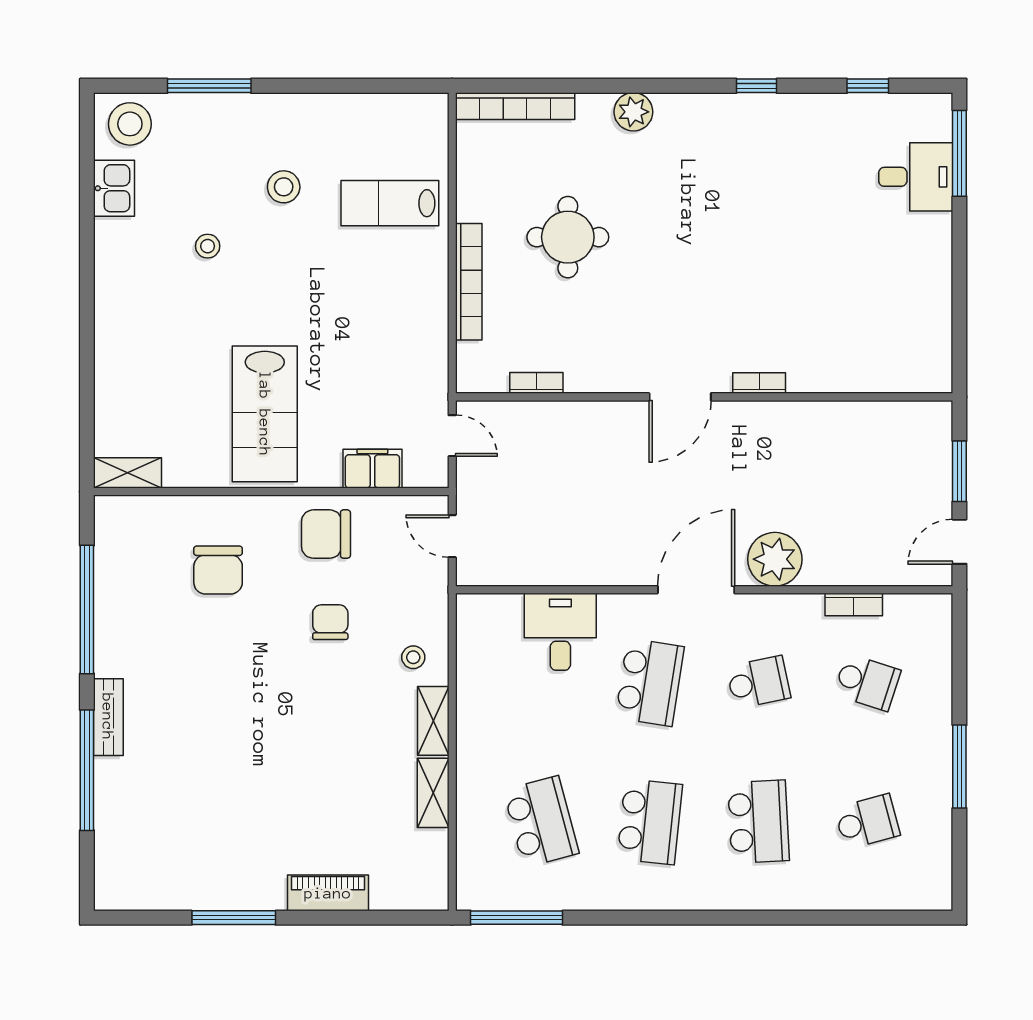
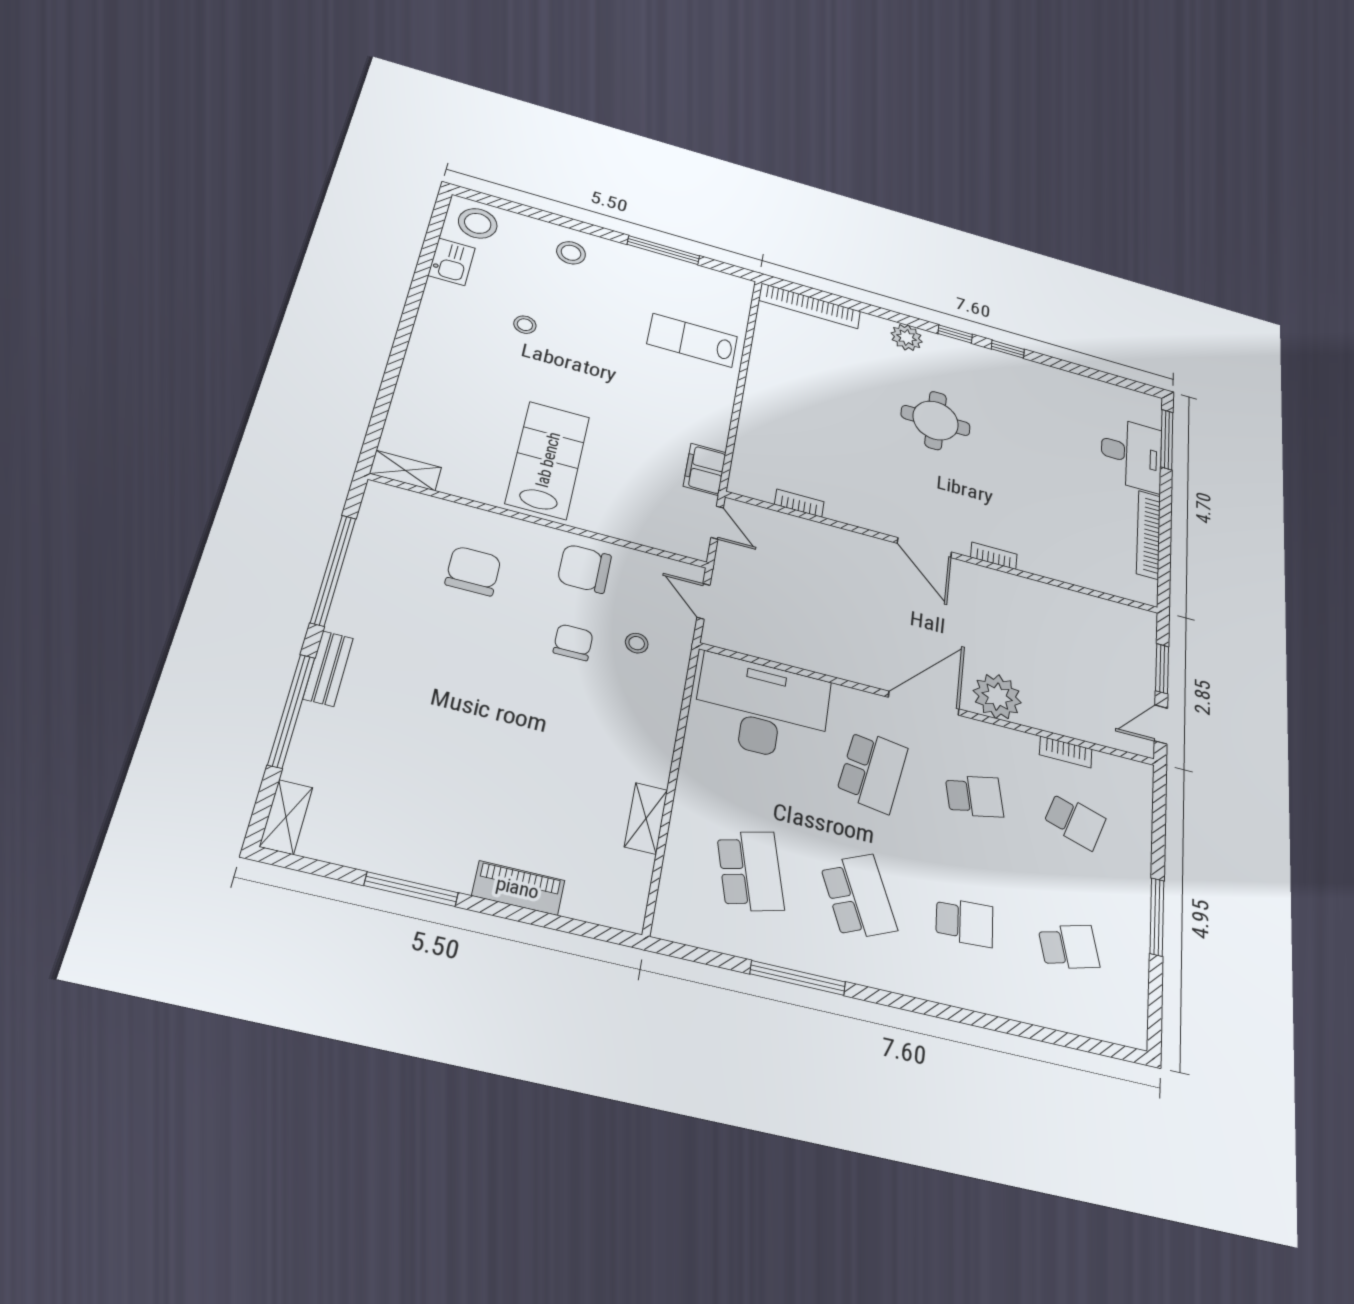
window: (209, 86) -> (663, 250), moved
window: (868, 86) -> (955, 334), moved
desk: (916, 177) -> (1131, 454), width x1.37
stool: (284, 187) -> (571, 253), moved
round table: (568, 237) -> (936, 420), moved
bookcase: (469, 282) -> (1148, 535), moved, turned 180
door: (680, 397) -> (924, 548), hinge flipped
lab bench: (265, 414) -> (548, 460), turned 180
filing cabinet: (372, 469) -> (705, 469), moved, turned -90
chair: (218, 570) -> (473, 571), turned 180
desk: (560, 632) -> (762, 709), width x1.87, depth x1.30
stool: (413, 657) -> (637, 643), moved
shelving: (433, 721) -> (286, 817), moved
school desk: (650, 822) -> (858, 897), turned -30
school desk: (758, 822) -> (965, 922), width x0.54
window: (517, 918) -> (798, 978), moved

